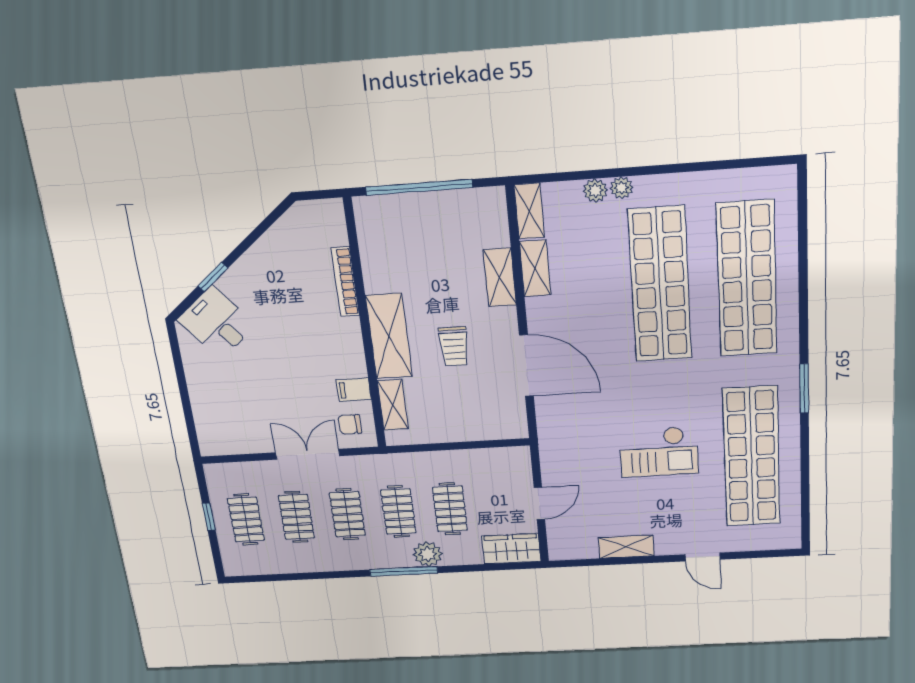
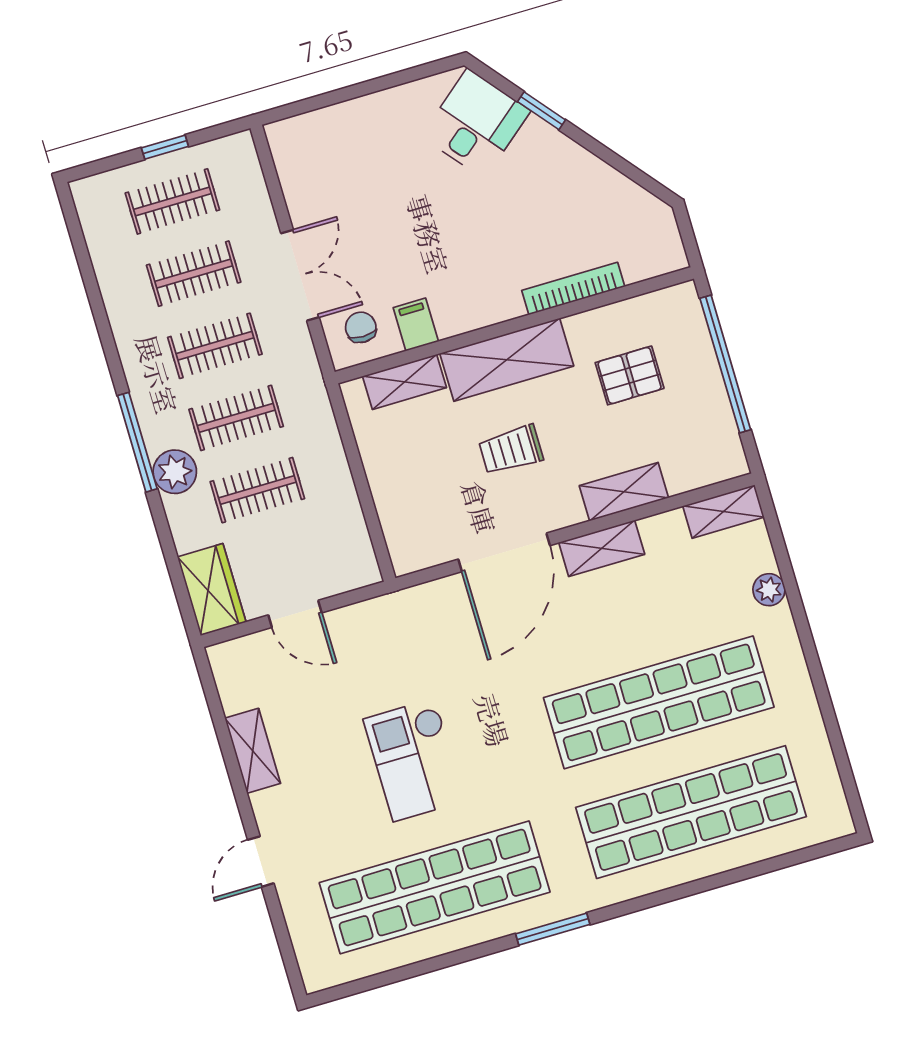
plant: (622, 188) -> (780, 622), removed
pallet: (415, 256) -> (630, 375), added
shelving: (535, 268) -> (602, 548), moved

